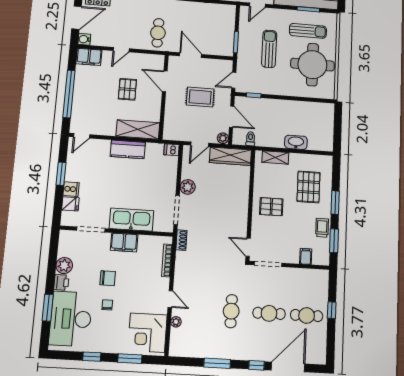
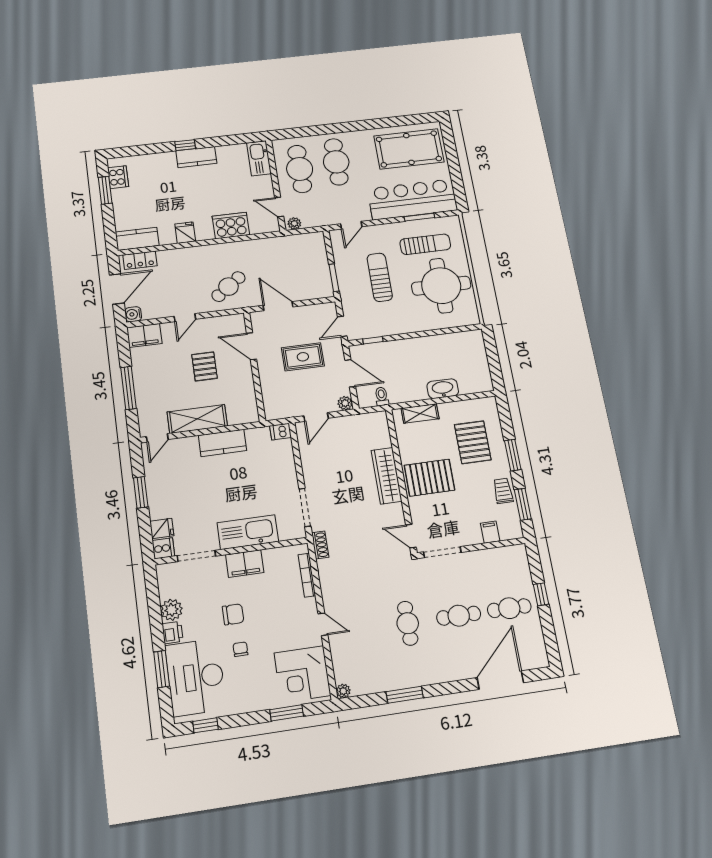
cafe table: (158, 33) -> (228, 287), turned 53
window: (69, 94) -> (128, 388), width x0.68
shelving: (138, 129) -> (197, 419), moved
wardrobe: (230, 156) -> (387, 476), moved, turned 90
plant: (188, 187) -> (313, 475), removed
cooker: (71, 189) -> (163, 548), moved
pallet: (271, 207) -> (429, 478), width x1.50, depth x1.42
plant: (176, 322) -> (343, 691), moved
window: (92, 357) -> (205, 725), moved
window: (256, 365) -> (458, 687), removed

